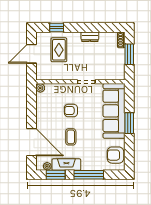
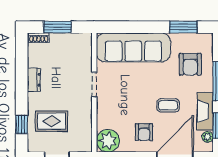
plant: (40, 88) -> (108, 141), width x1.87, depth x1.87
armchair: (71, 111) -> (144, 132), moved
window: (129, 123) -> (183, 27), moved
armchair: (115, 155) -> (190, 64), moved

